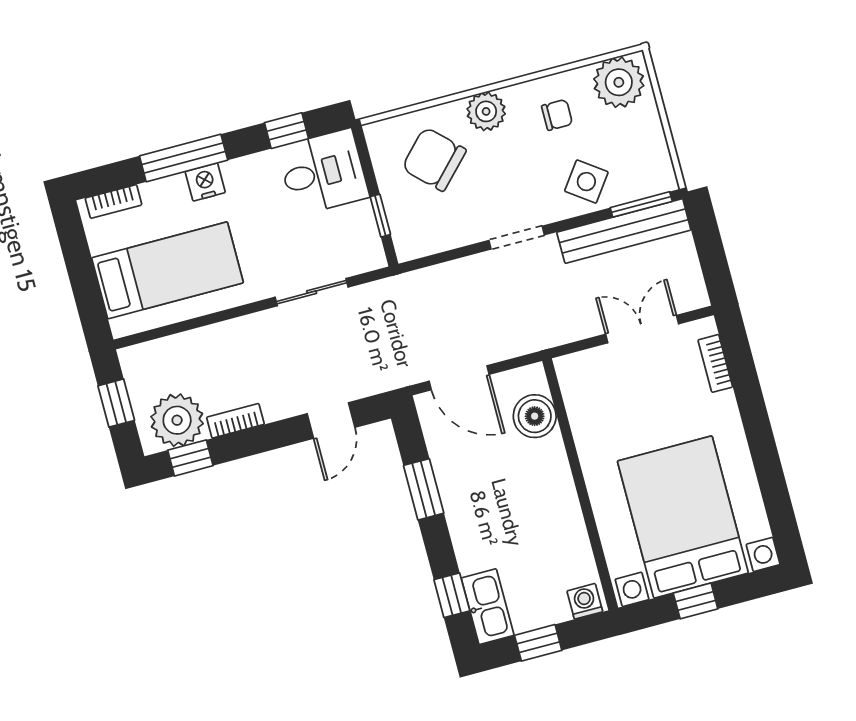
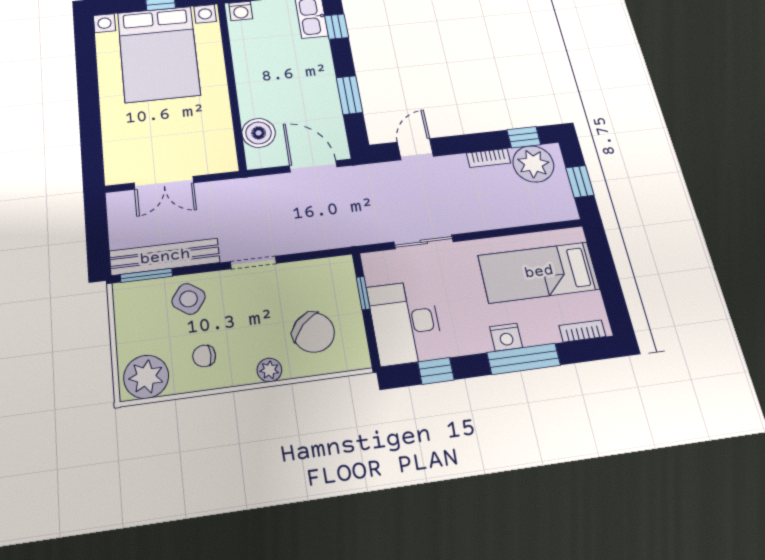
plant: (486, 111) -> (269, 370), width x0.73, depth x0.73
desk: (323, 172) -> (405, 322), width x1.37
bookcase: (715, 363) -> (111, 152), removed

